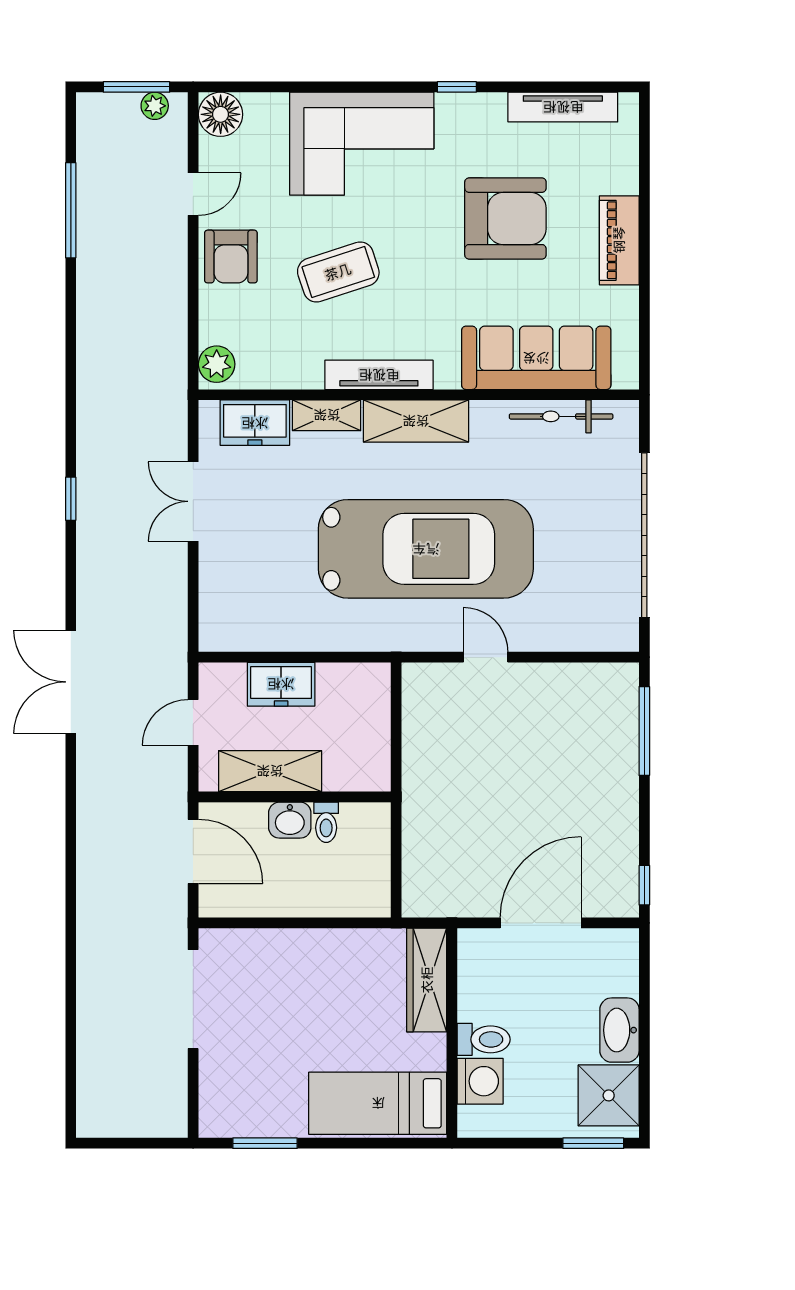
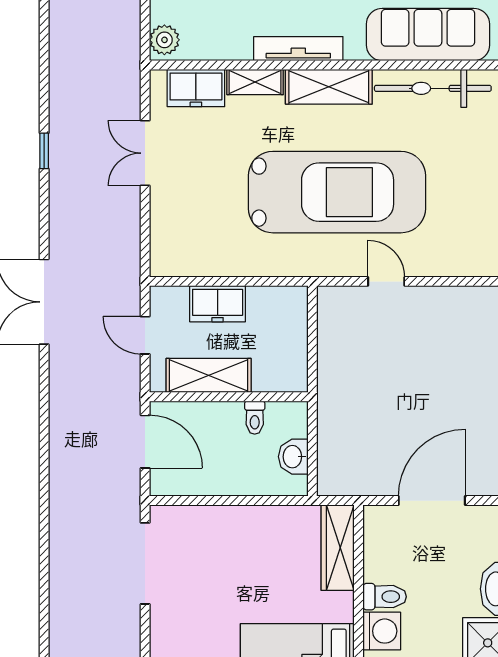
bicycle: (561, 416) -> (433, 88), width x1.37, depth x1.40
door: (193, 722) -> (145, 335), hinge flipped
washbasin: (290, 820) -> (293, 457), moved, turned 90

